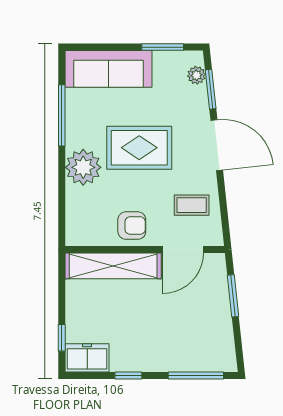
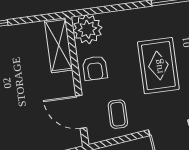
plant: (83, 167) -> (88, 29), moved
shelving: (113, 266) -> (59, 45), width x0.68

